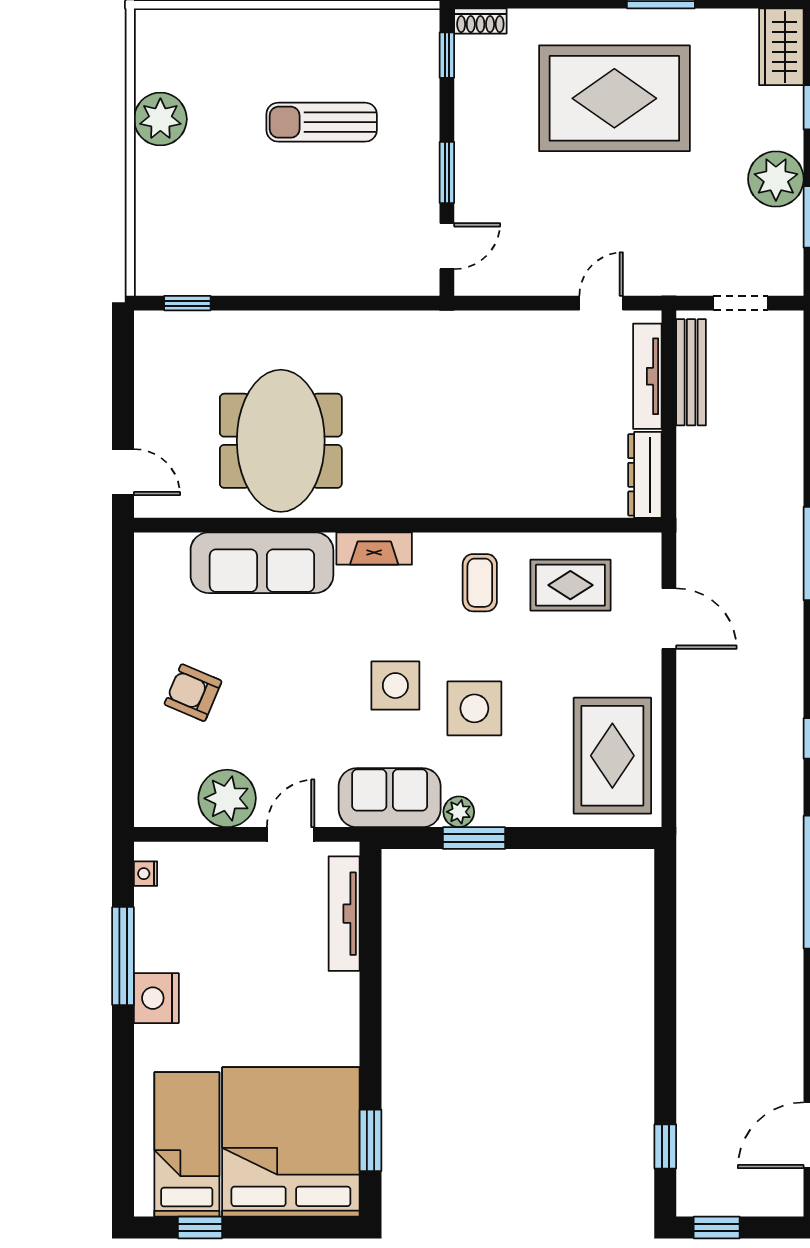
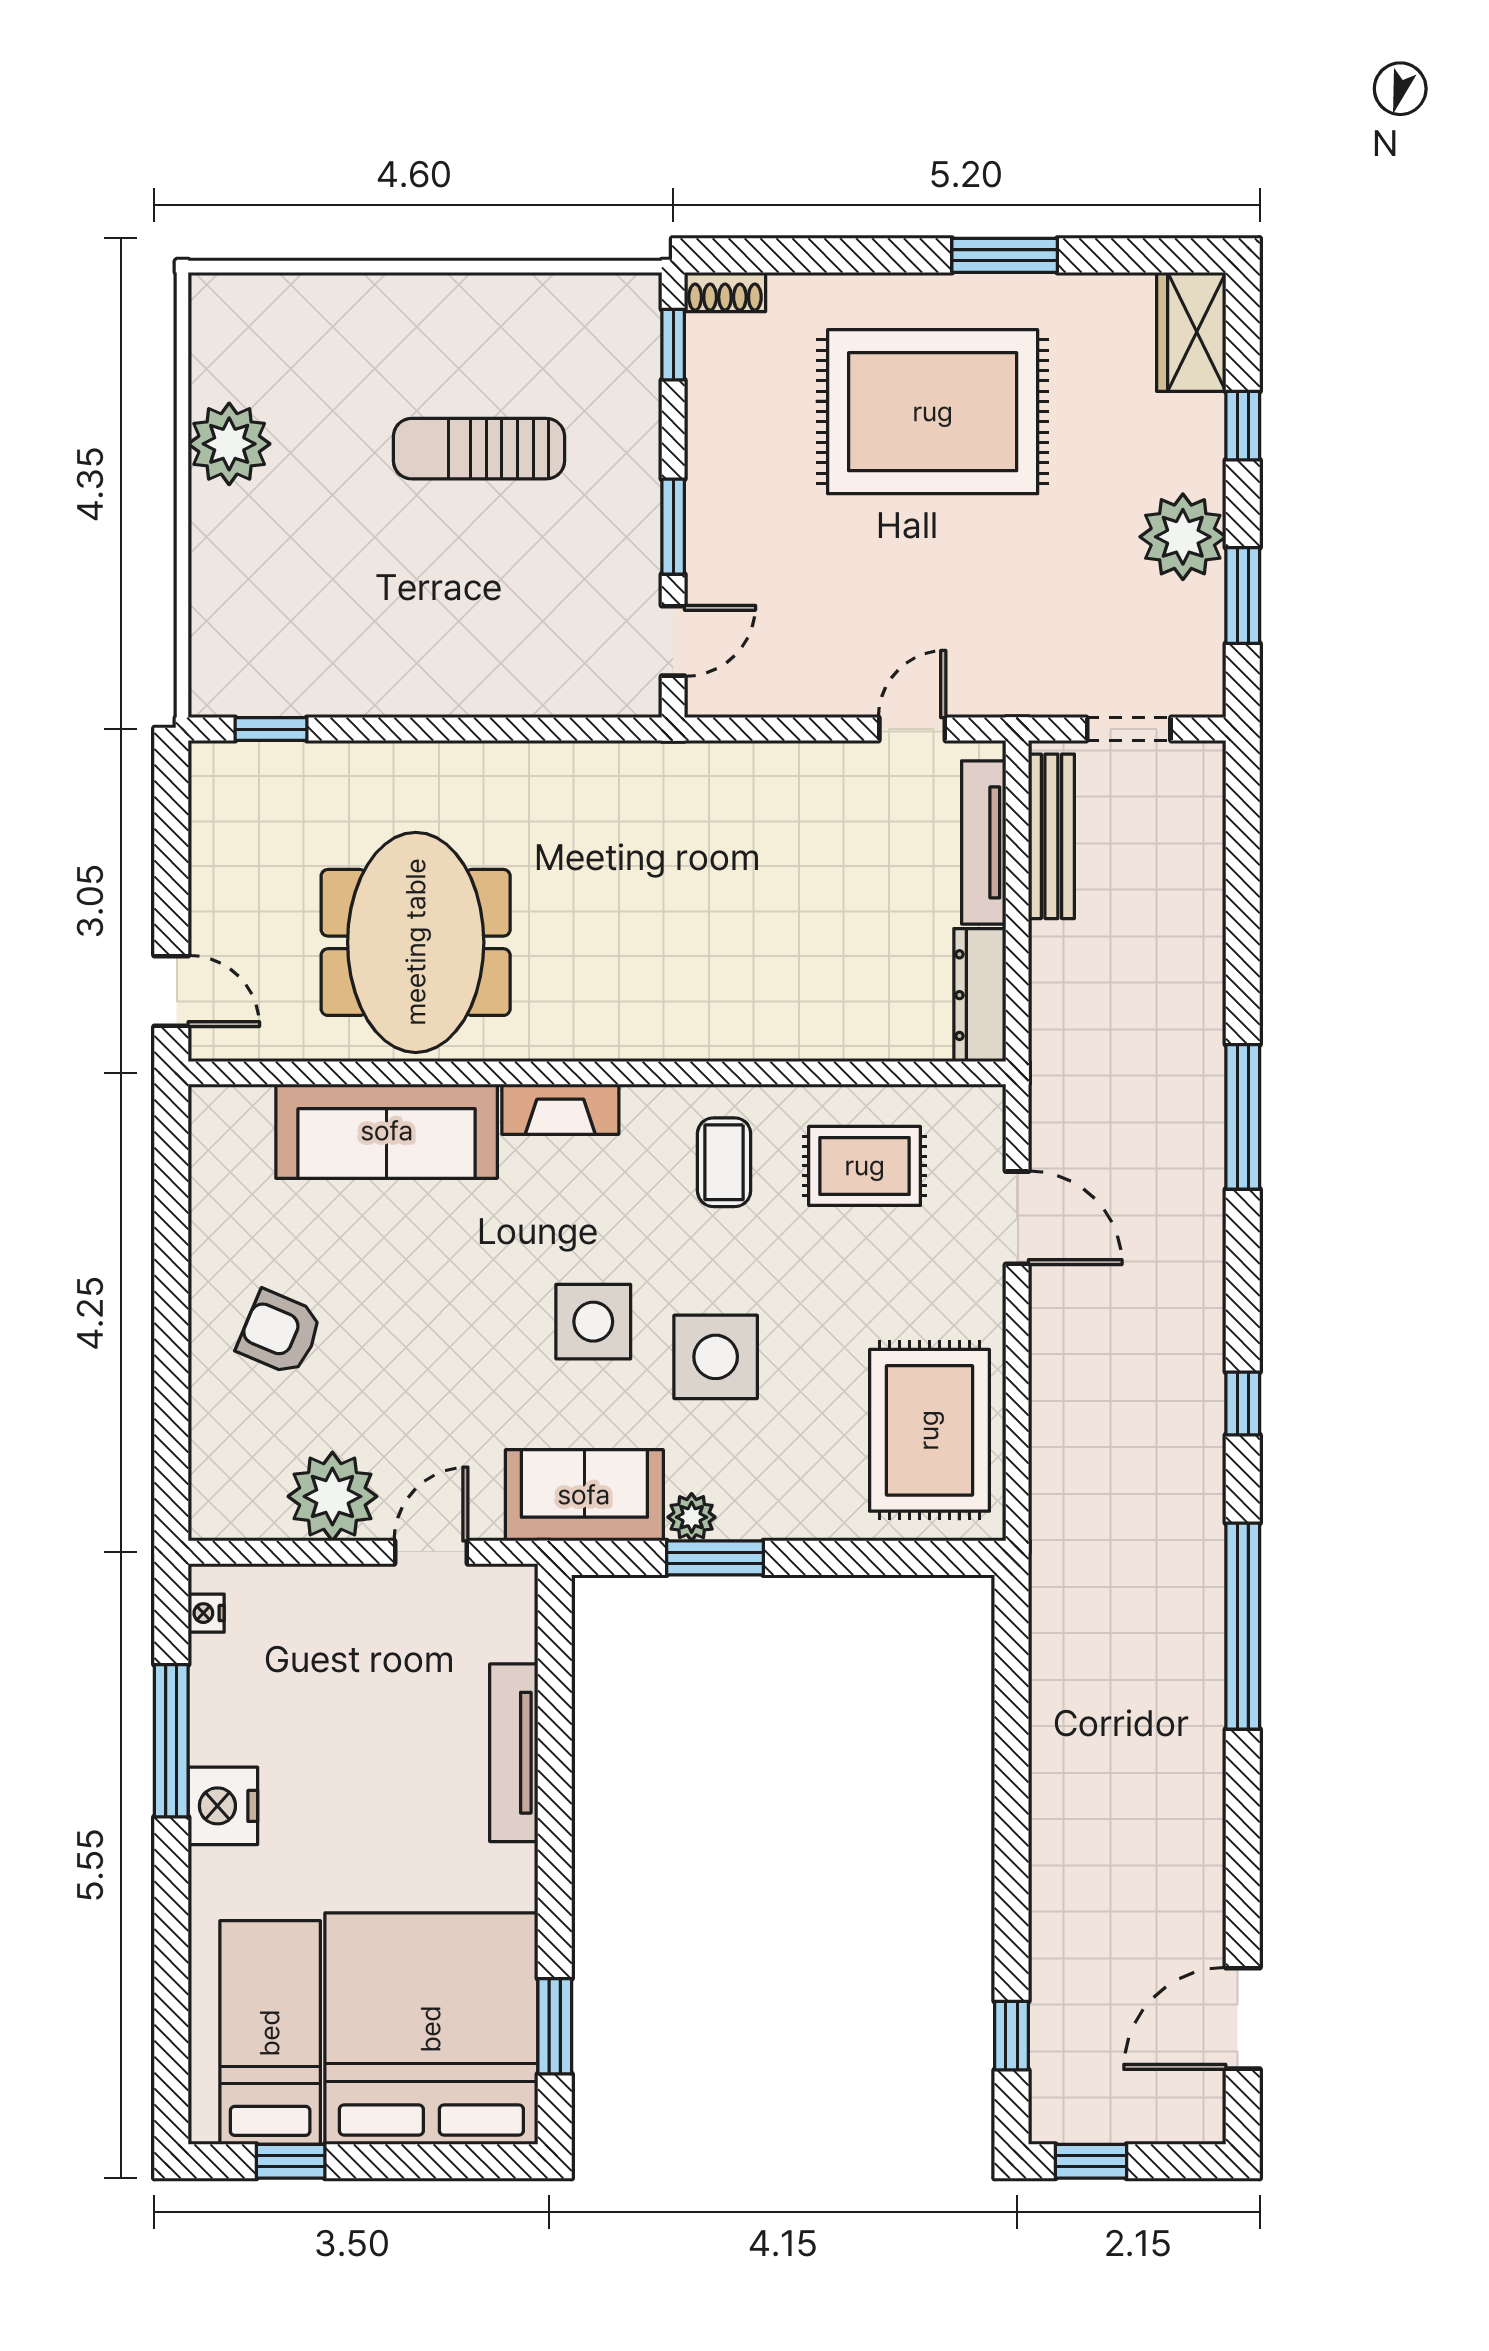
tv unit: (344, 914) -> (514, 1753), moved

